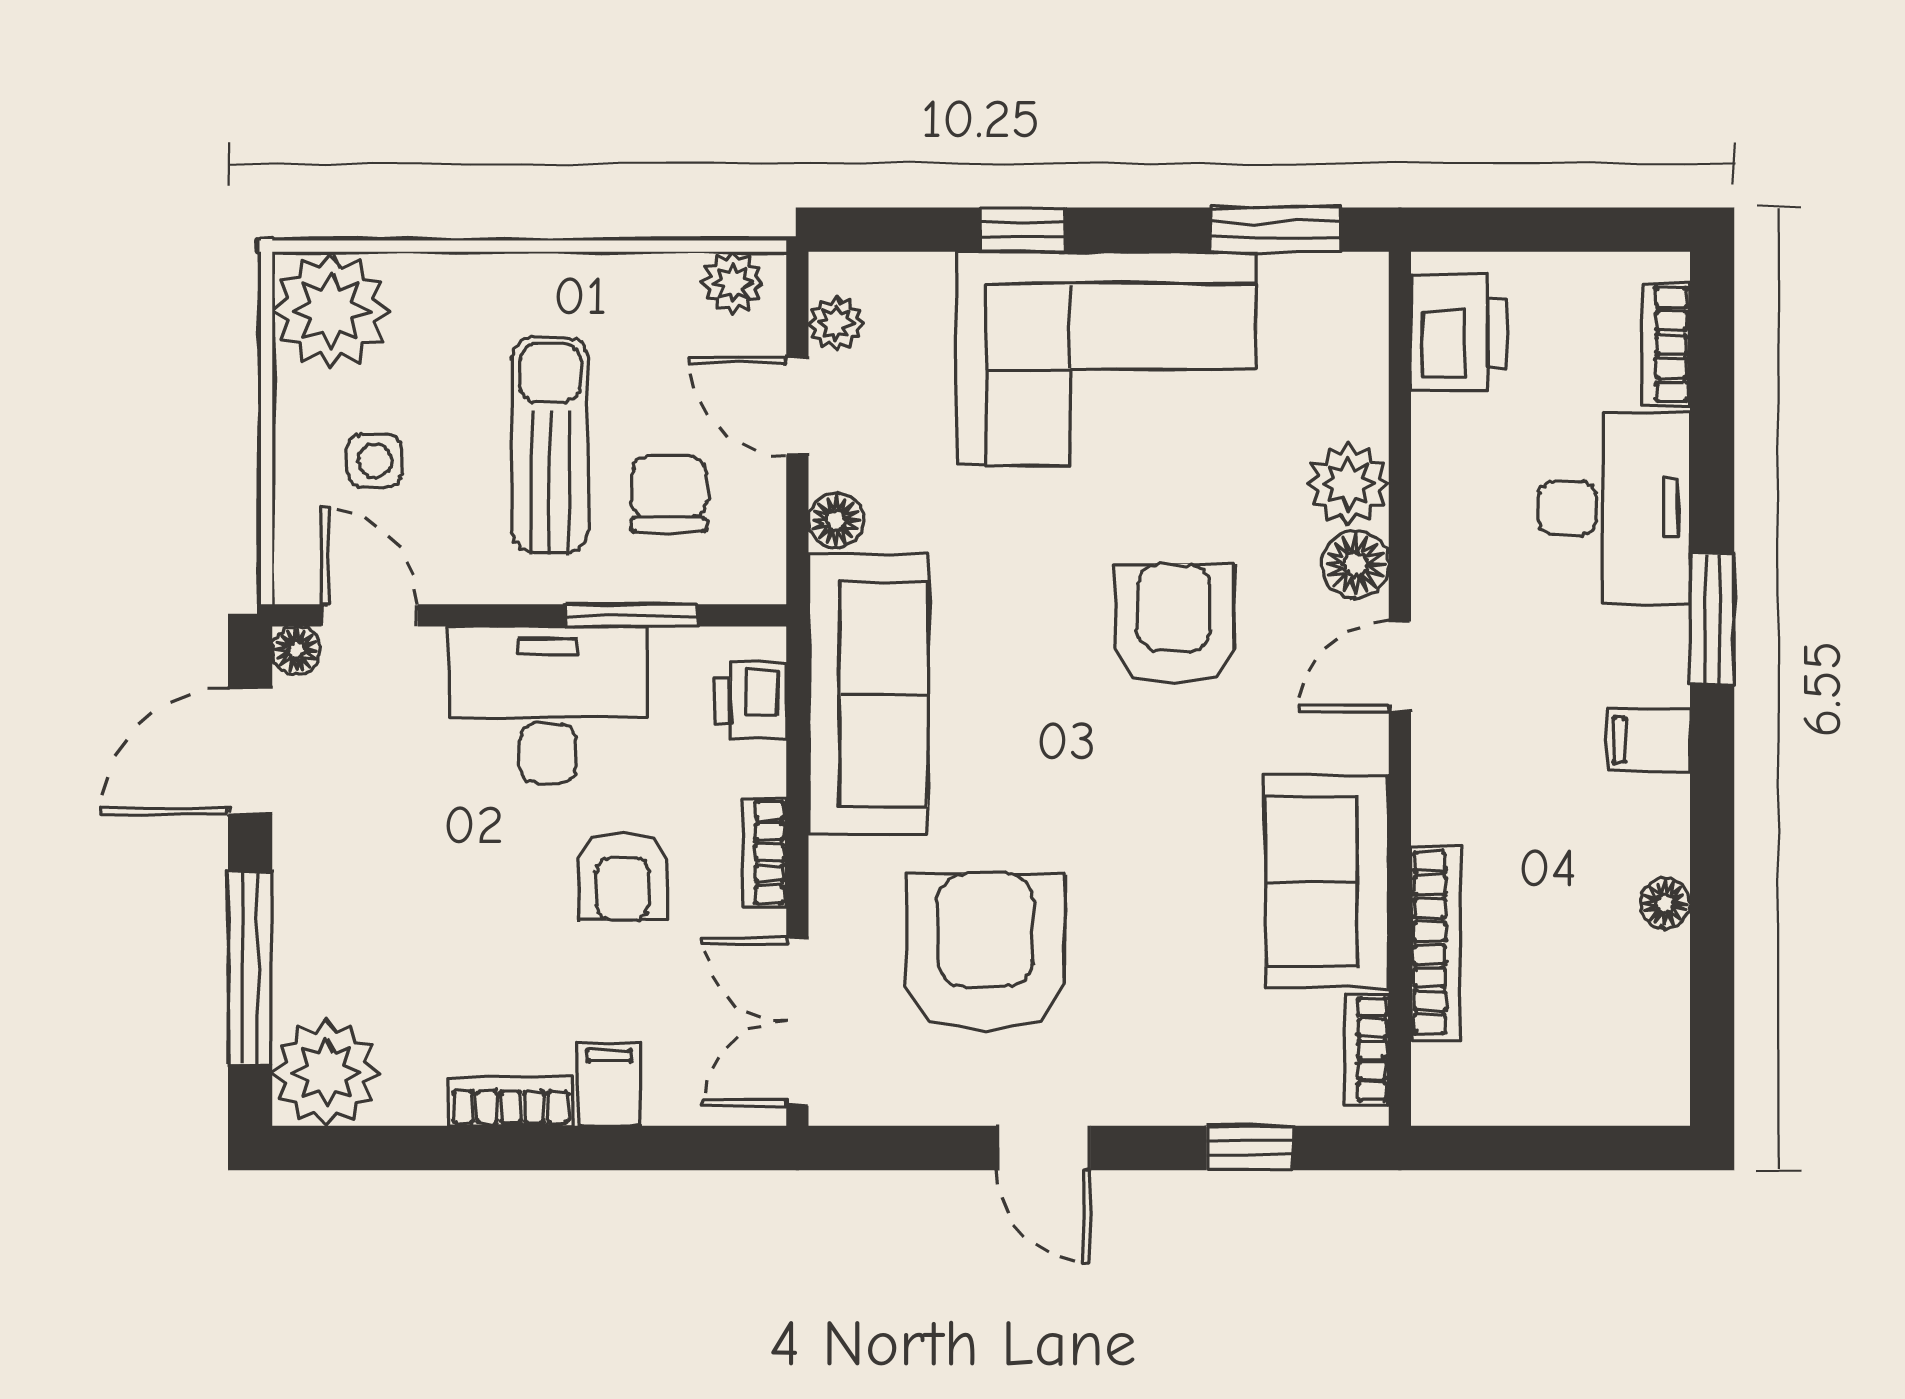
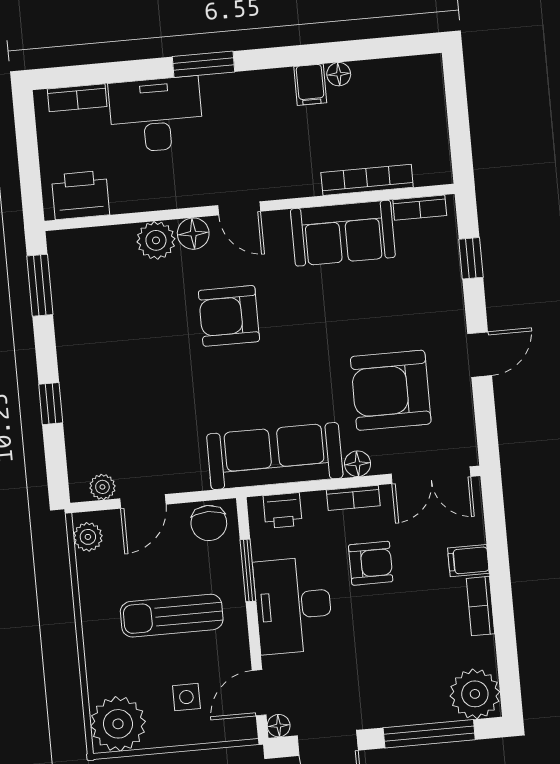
corner sofa: (1106, 359) -> (108, 359), removed
chair: (669, 494) -> (209, 523), moved, turned -90
floor lamp: (836, 520) -> (358, 464), moved
filing cabinet: (1648, 740) -> (310, 85), moved

